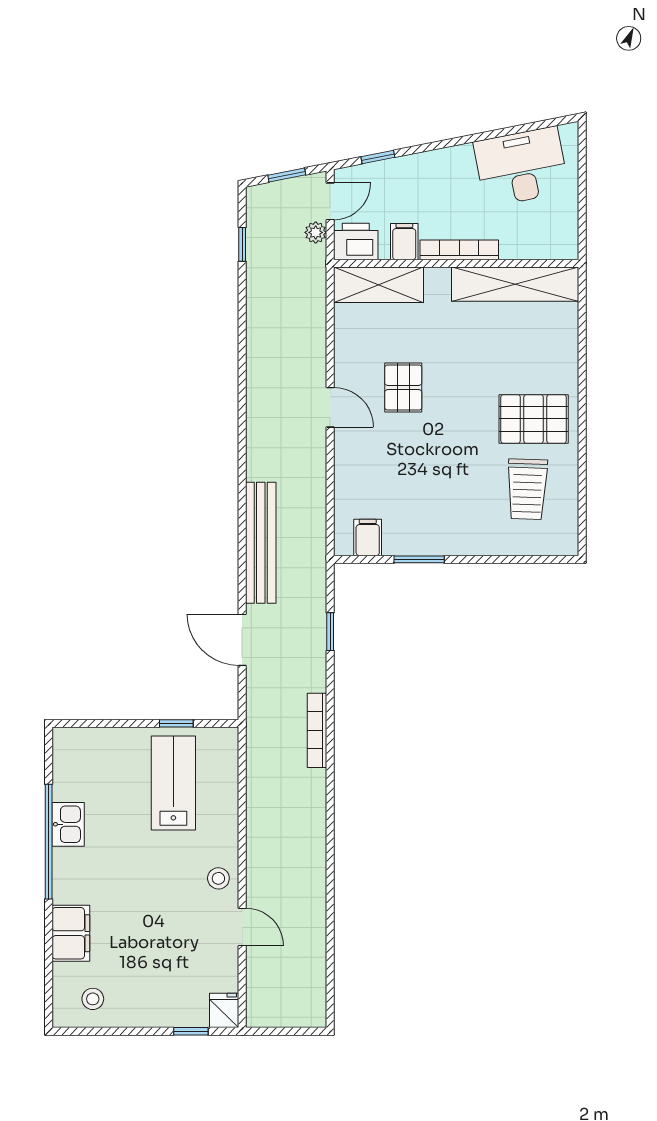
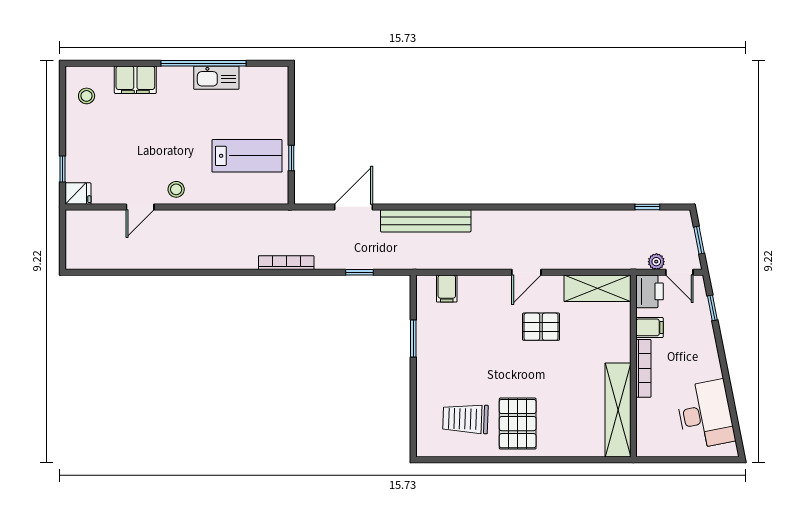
shelving: (378, 285) -> (597, 288), moved, turned 90
filing cabinet: (368, 538) -> (447, 289), moved, turned 90
kitchen sink: (68, 824) -> (216, 78), width x1.38

